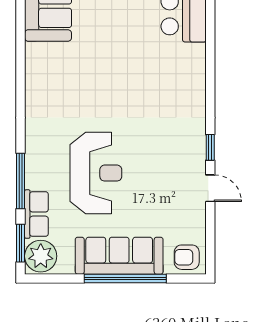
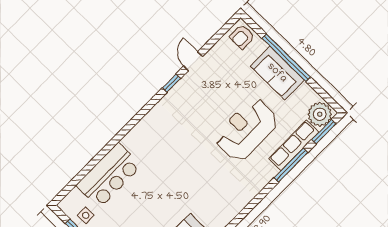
row of seats: (36, 214) -> (294, 145), width x1.48
sofa: (119, 256) -> (277, 73), width x0.73
armchair: (187, 257) -> (242, 37), turned 90

